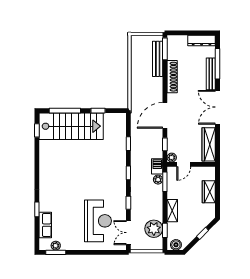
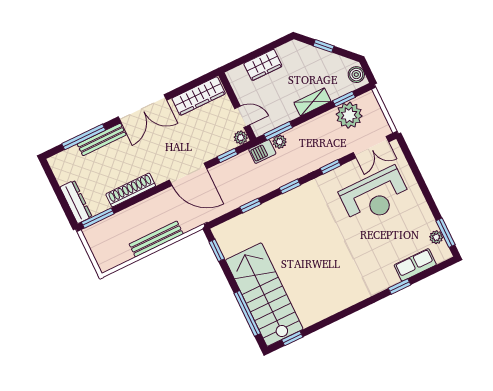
dresser: (202, 41) -> (76, 202), moved
bench: (158, 59) -> (156, 239), moved
window: (98, 111) -> (217, 250), moved
reception desk: (98, 221) -> (375, 196), turned 180

